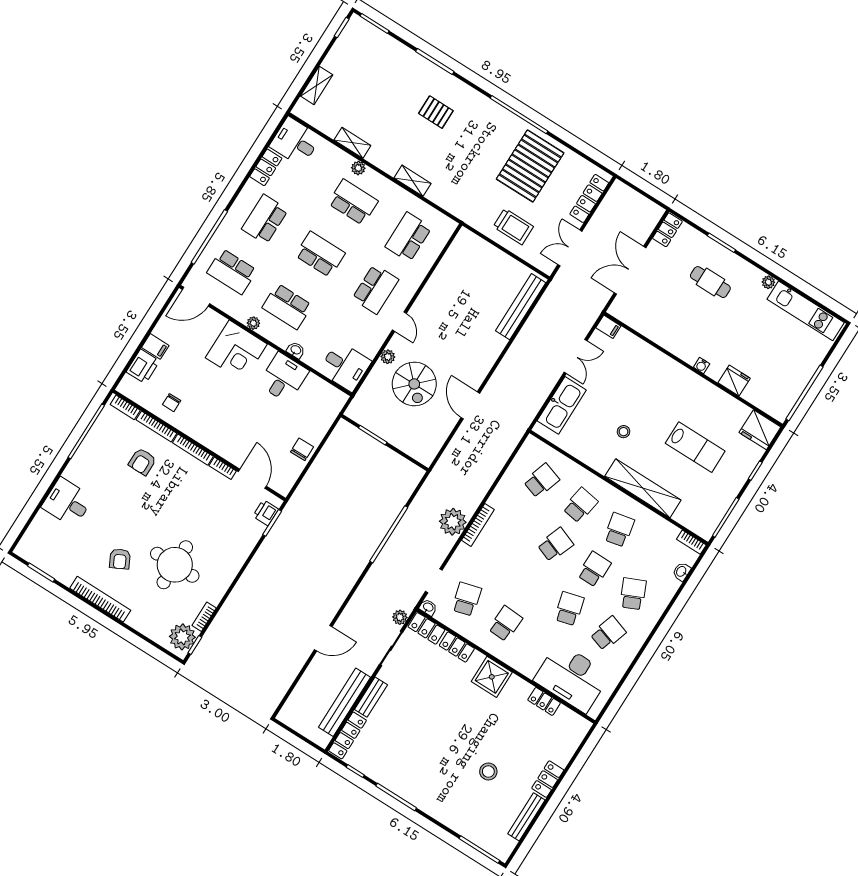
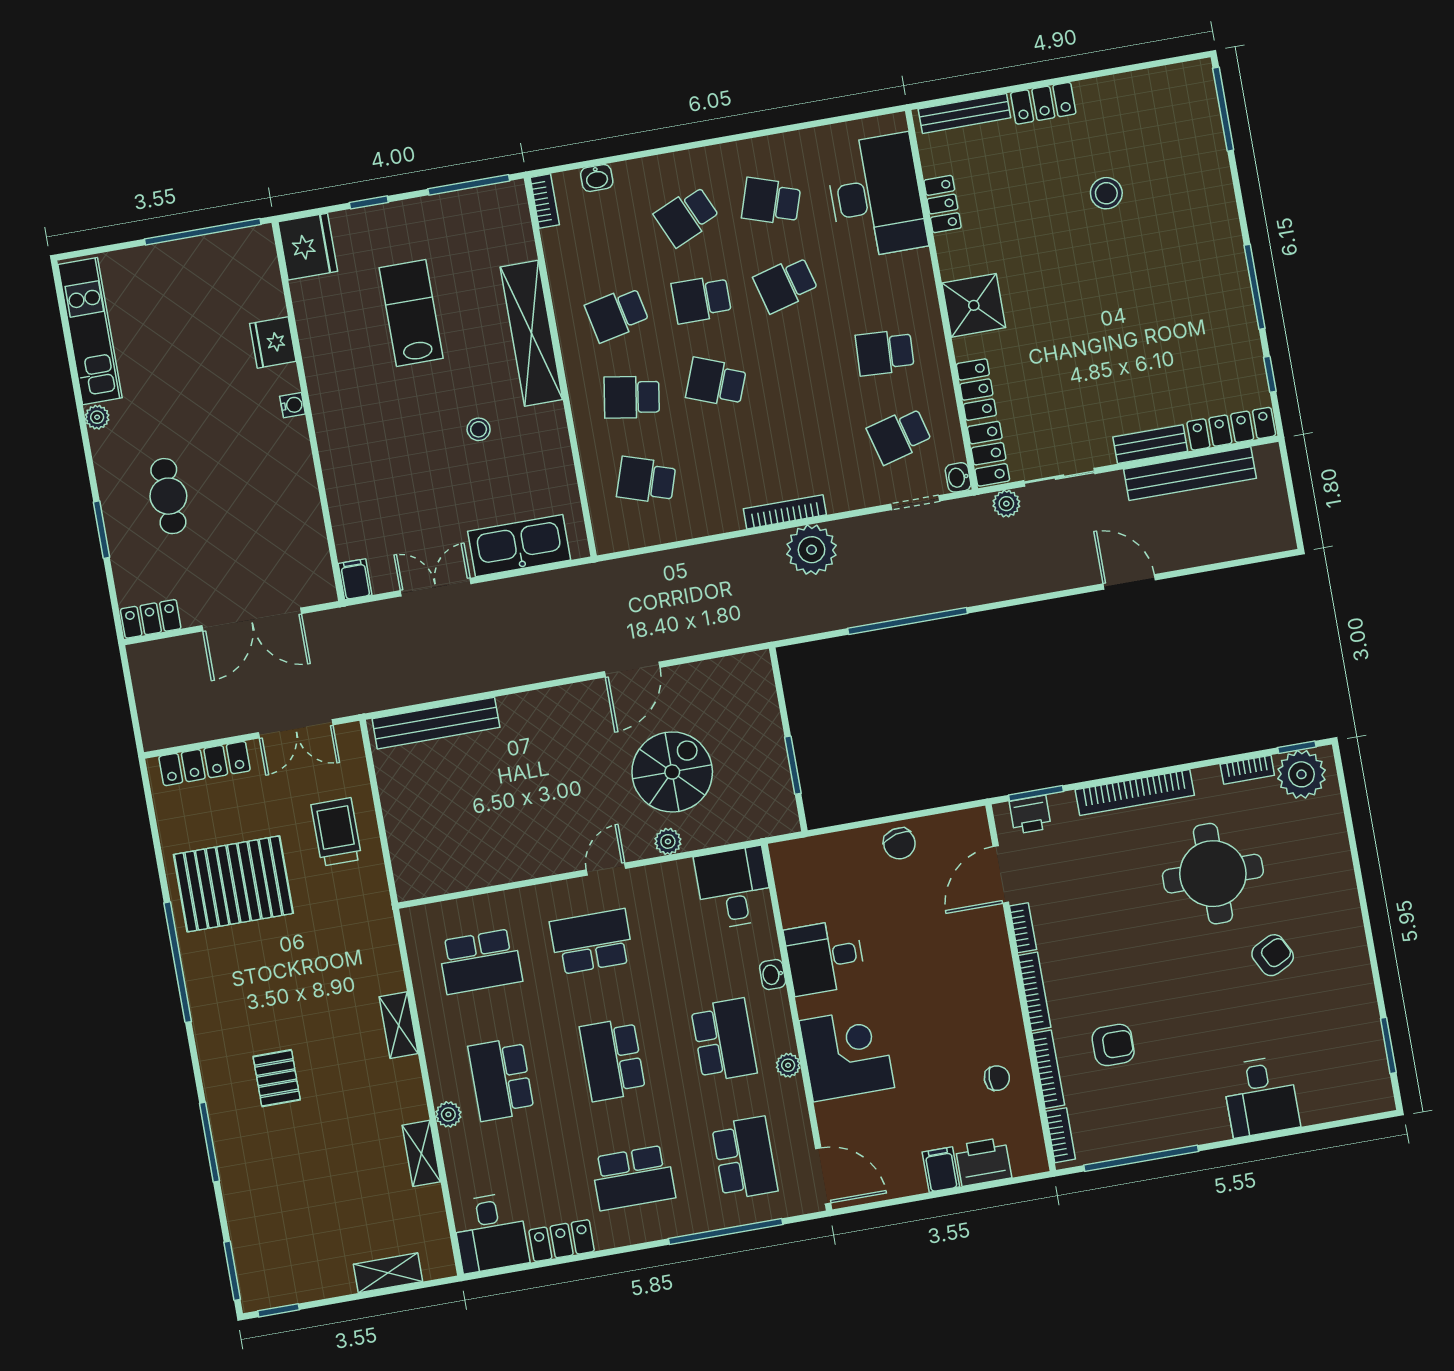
chair: (302, 449) -> (899, 844), turned -103
bookcase: (100, 599) -> (1135, 793), moved, turned -90
bench: (526, 817) -> (964, 113), moved

